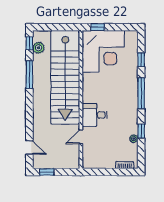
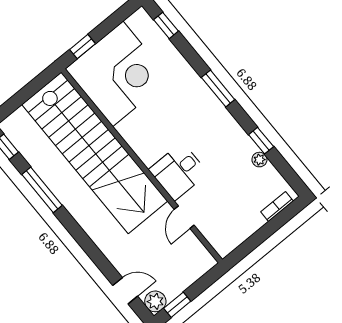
plant: (39, 48) -> (155, 301), moved
window: (141, 60) -> (166, 25), moved
window: (141, 93) -> (218, 88), width x0.69

